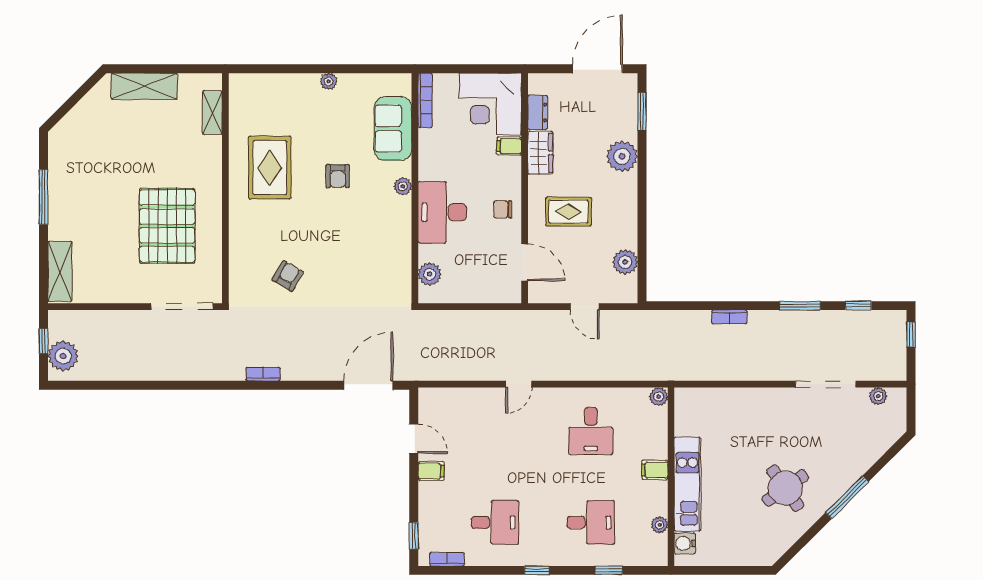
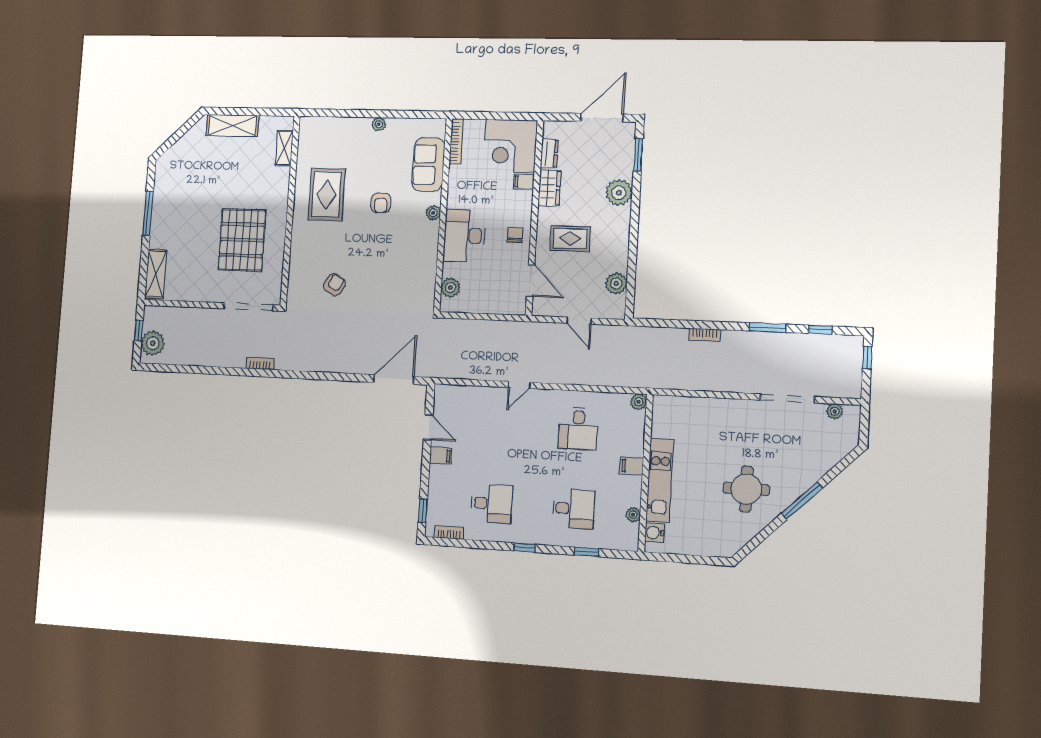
chair: (503, 209) -> (515, 235), turned 90
bookcase: (263, 374) -> (260, 364), moved
round table: (785, 488) -> (746, 489), turned 35

